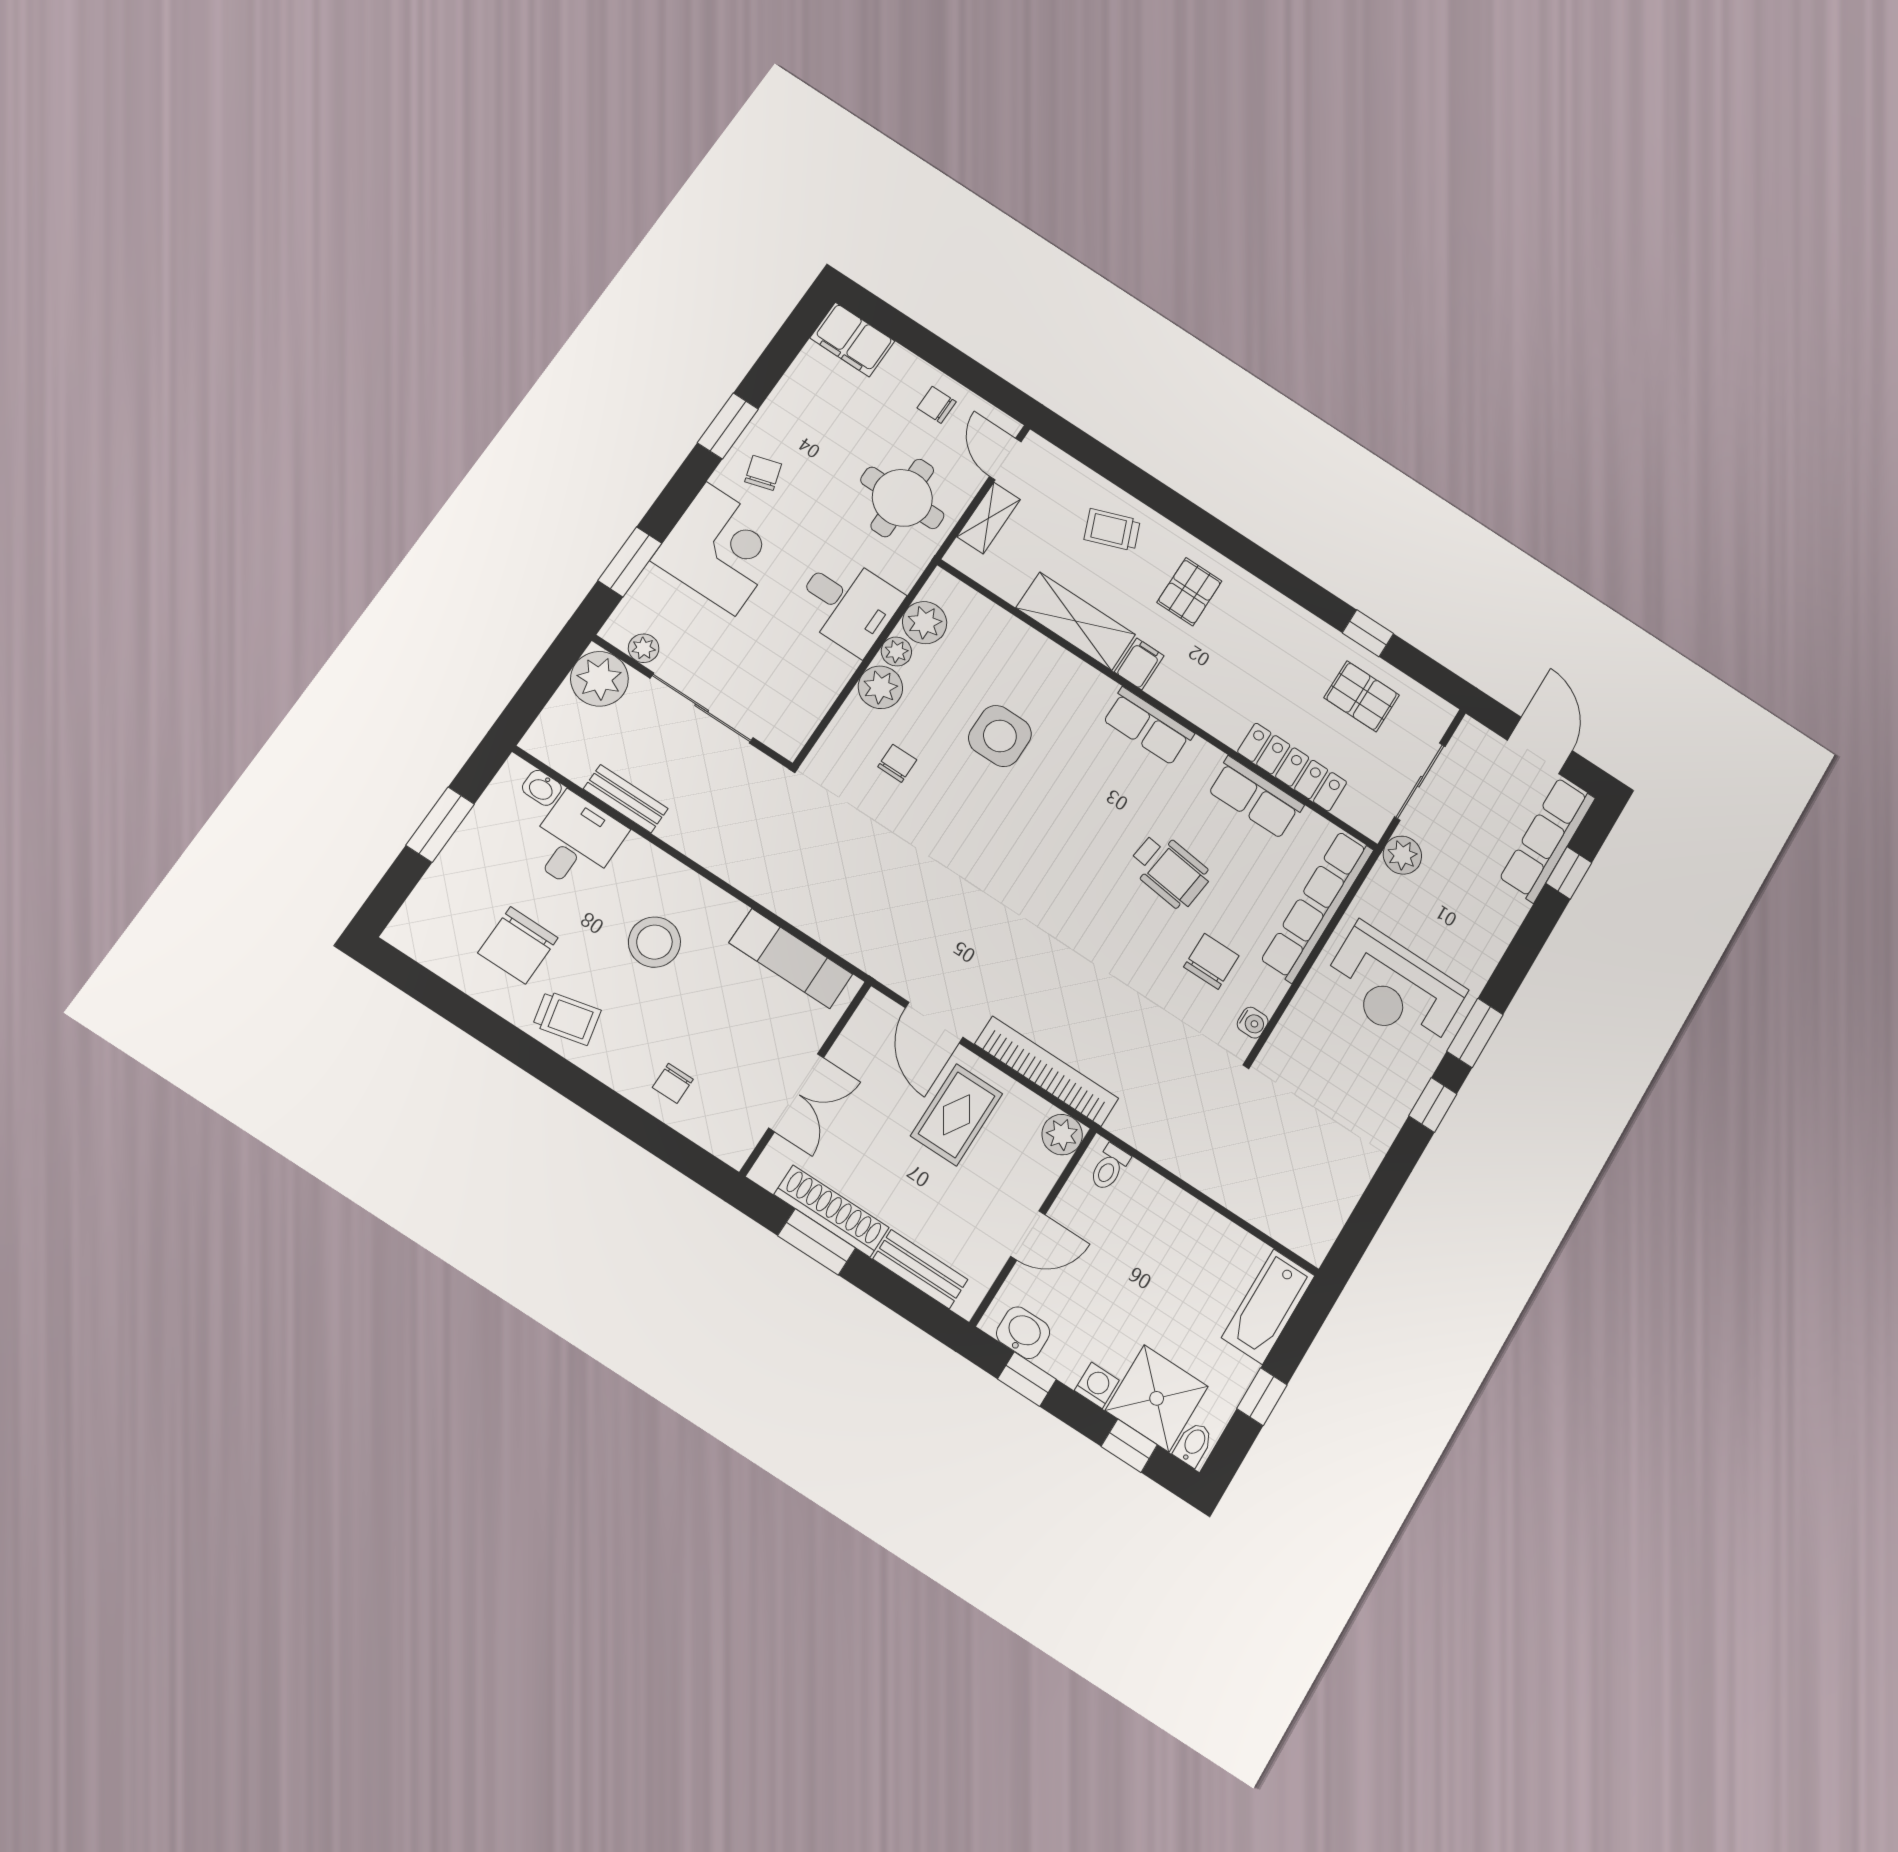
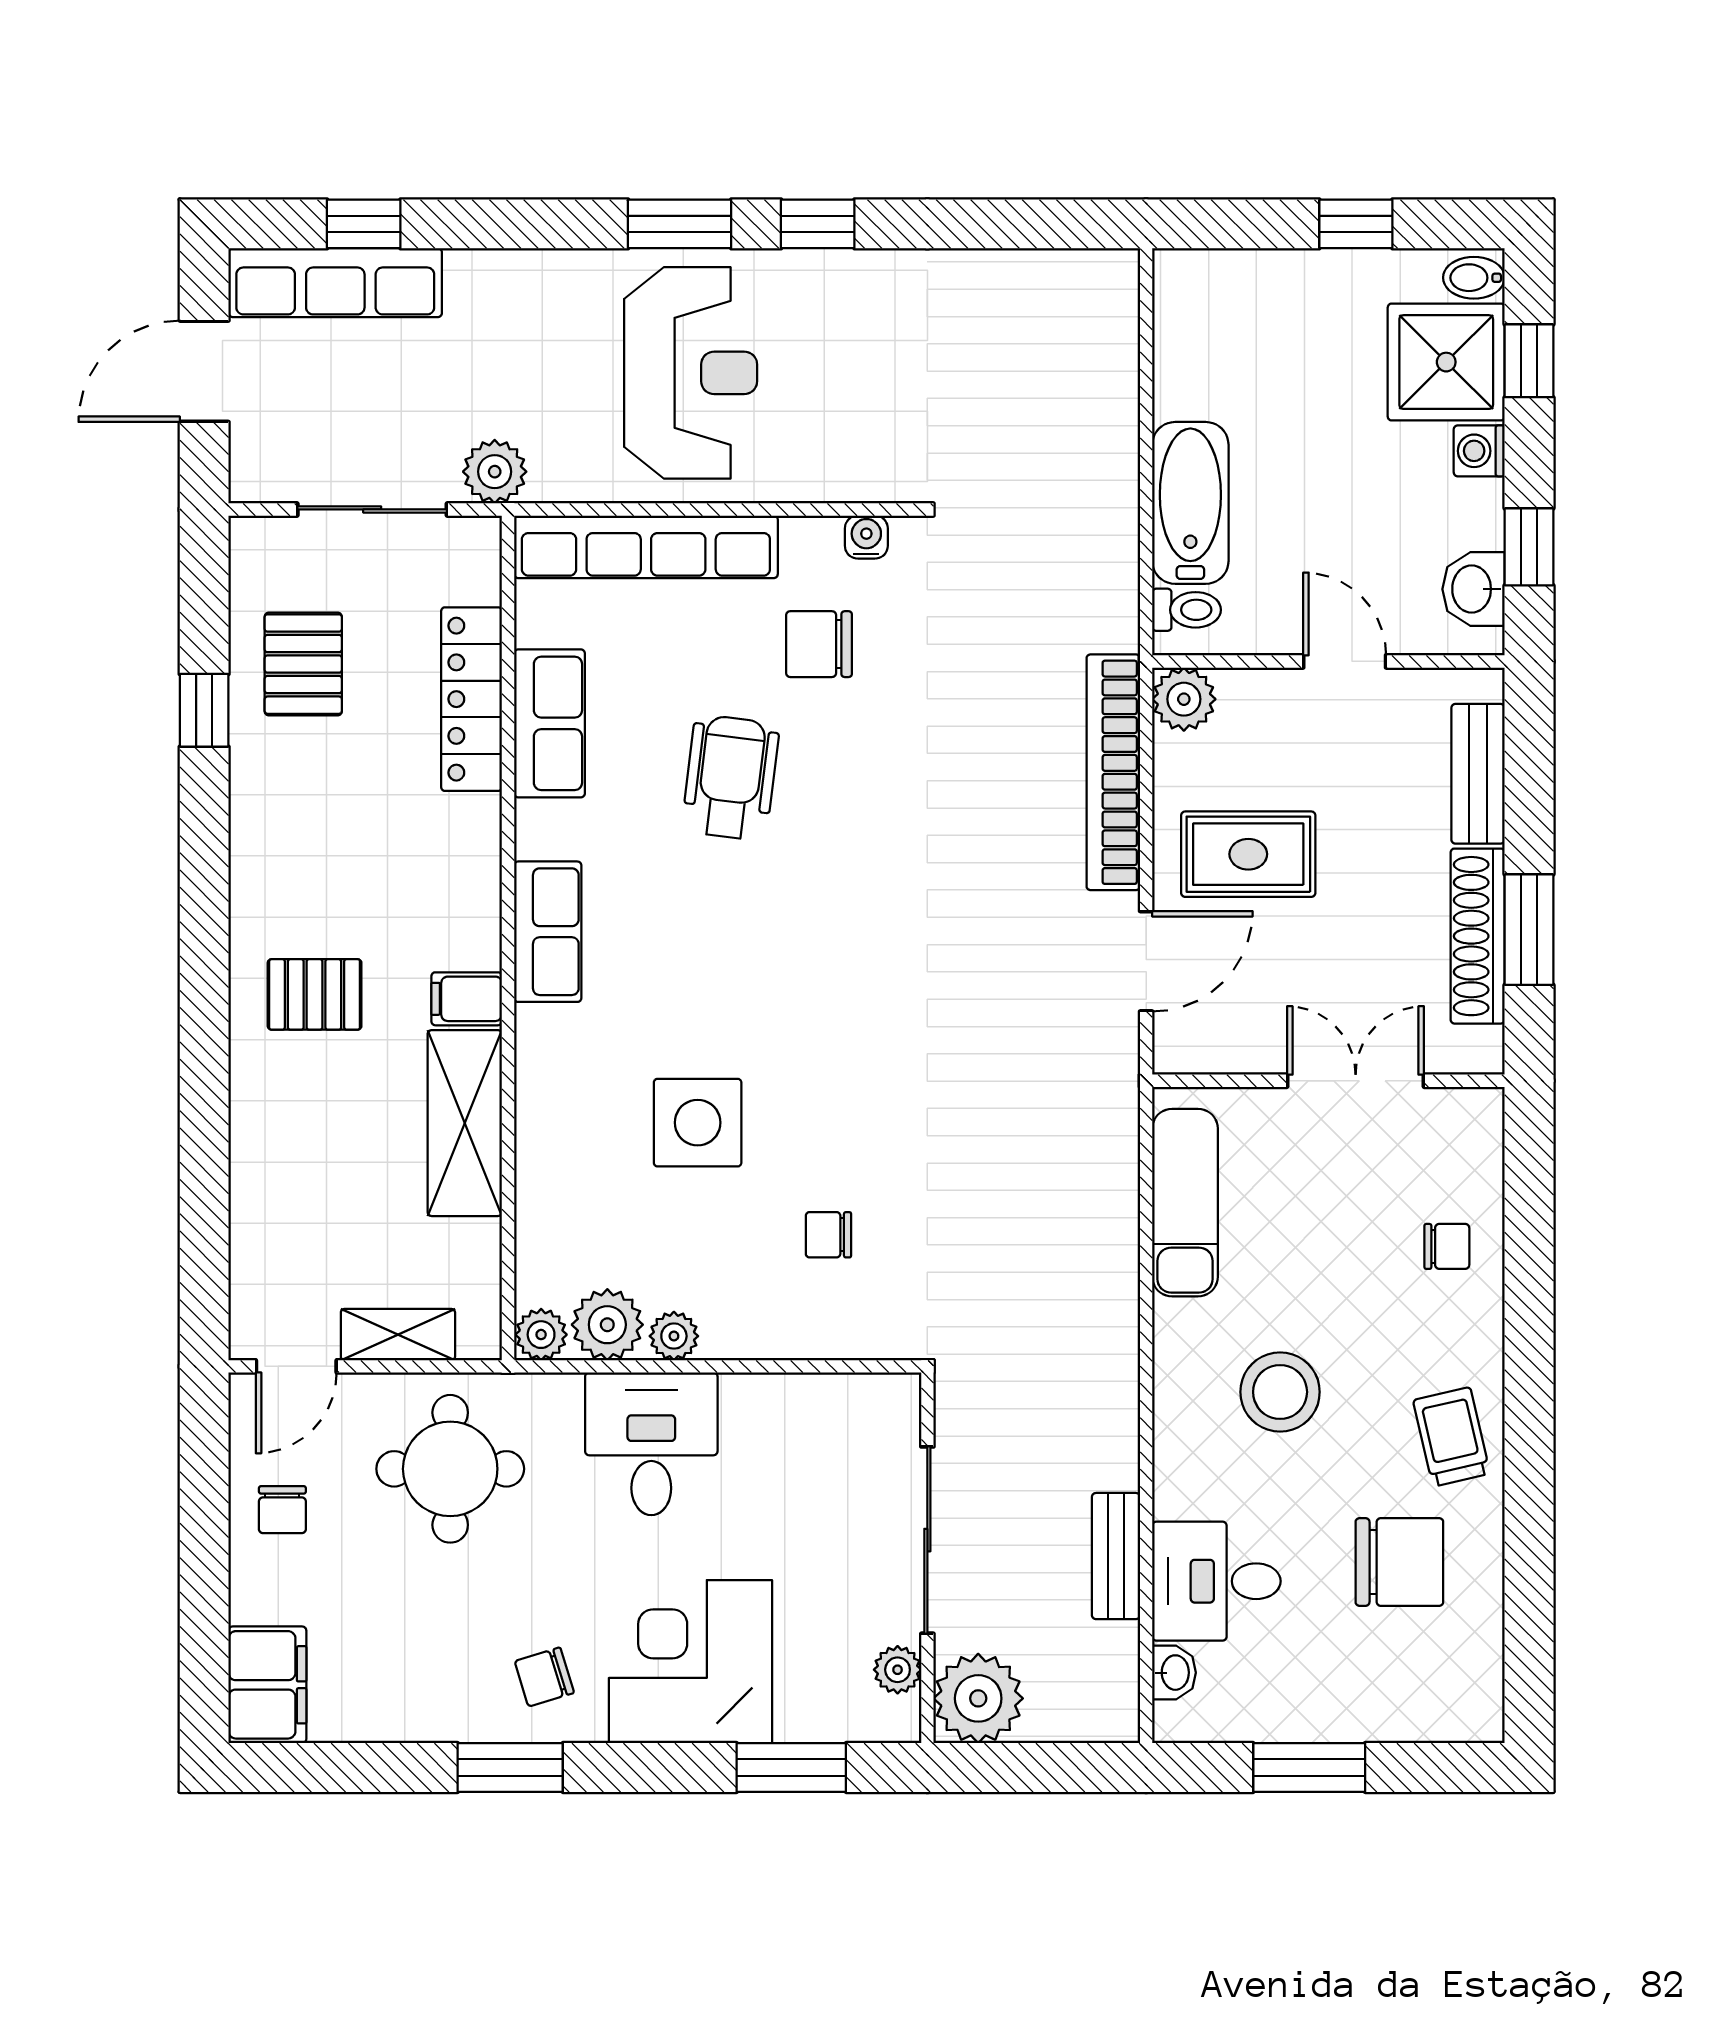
trolley: (1112, 530) -> (298, 1156), removed
plant: (880, 687) -> (541, 1335), moved, width x0.73, depth x0.73
bathtub: (1268, 1306) -> (1190, 503), moved, turned -90

